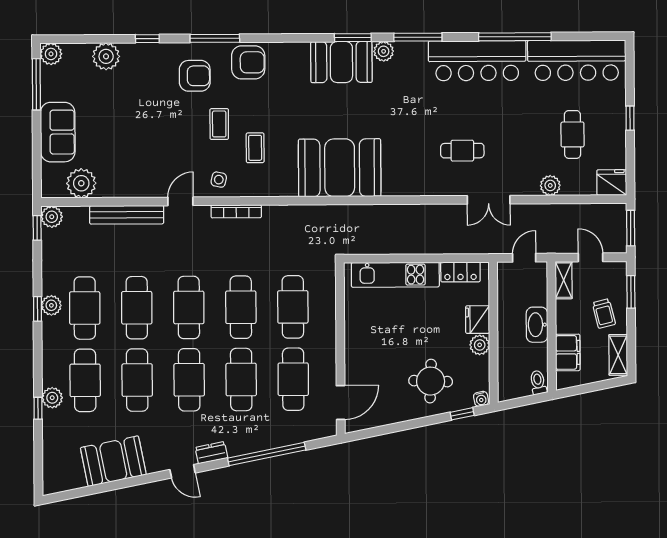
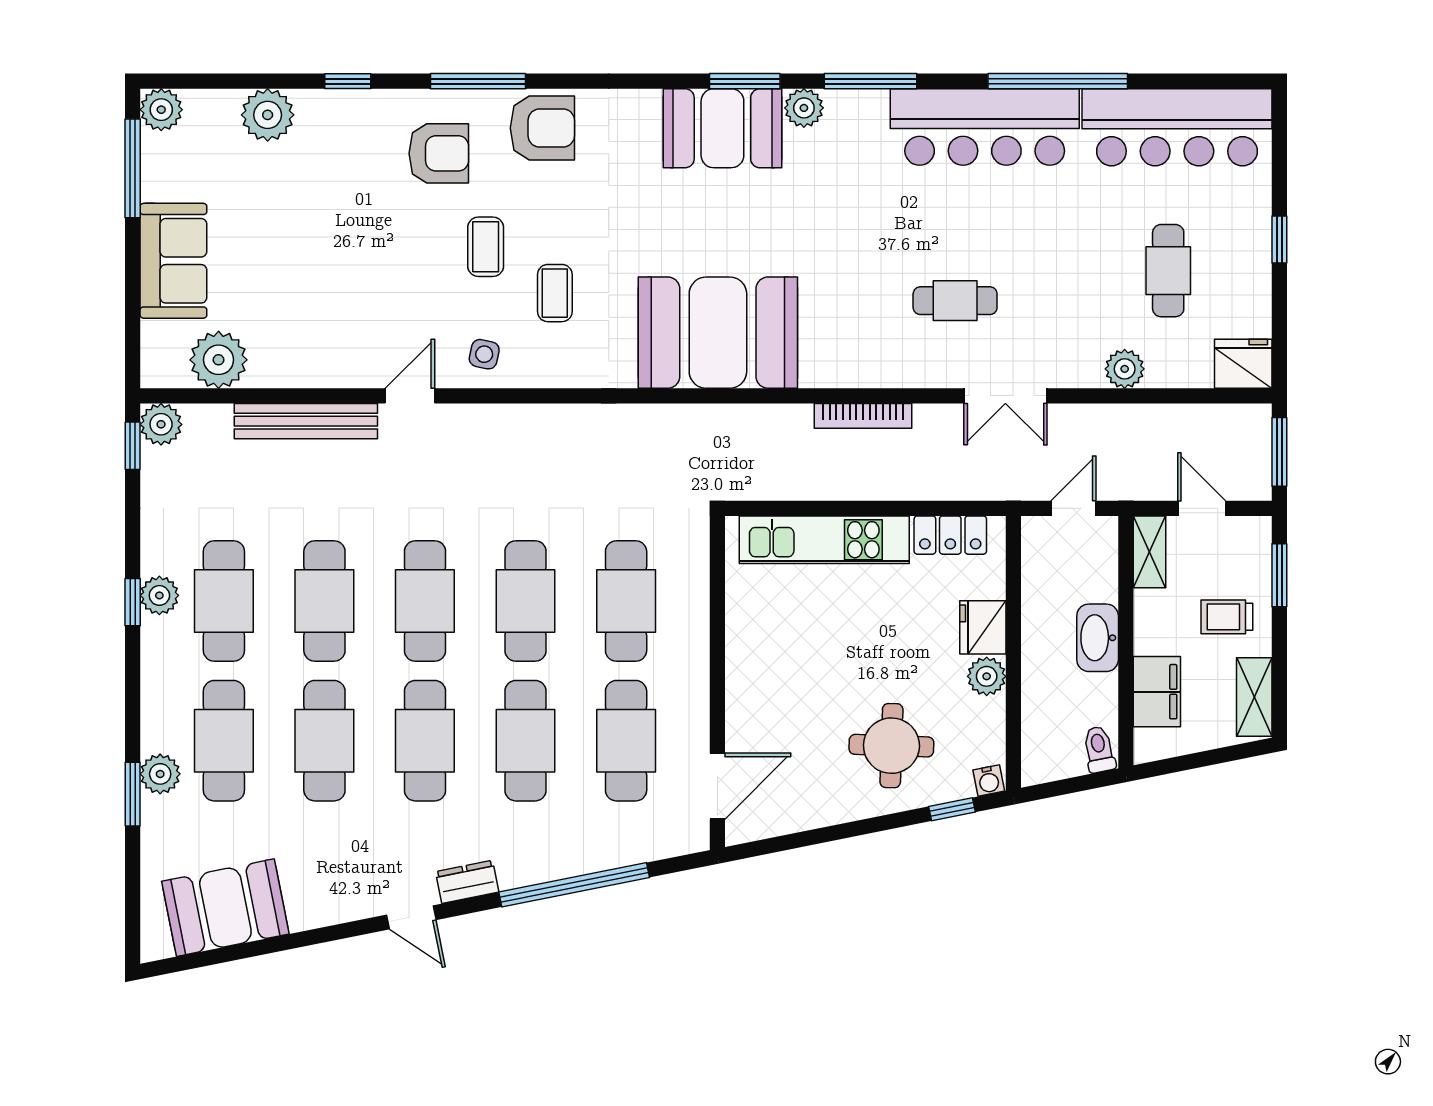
bookcase: (236, 211) -> (863, 416), moved
trolley: (604, 314) -> (1227, 617), turned 104
window: (38, 408) -> (133, 794), width x1.50
booth: (113, 461) -> (225, 908), moved

